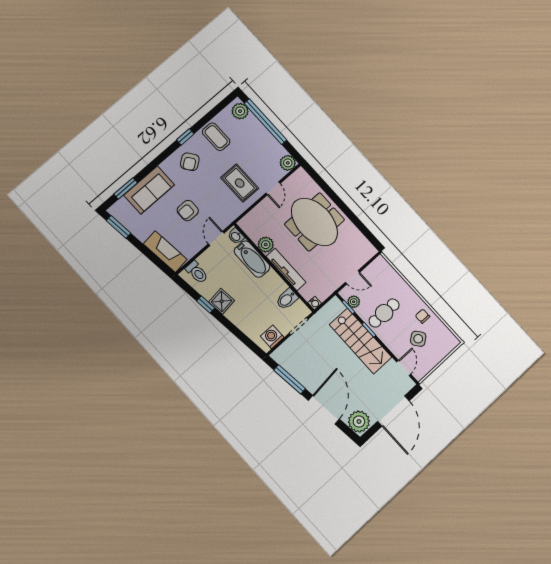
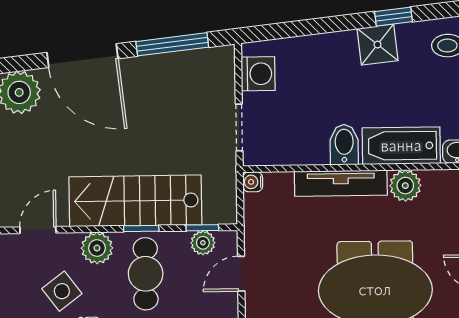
bidet: (287, 299) -> (344, 145), moved
plant: (391, 340) -> (97, 248), added
door: (404, 368) -> (38, 230), swing flipped

